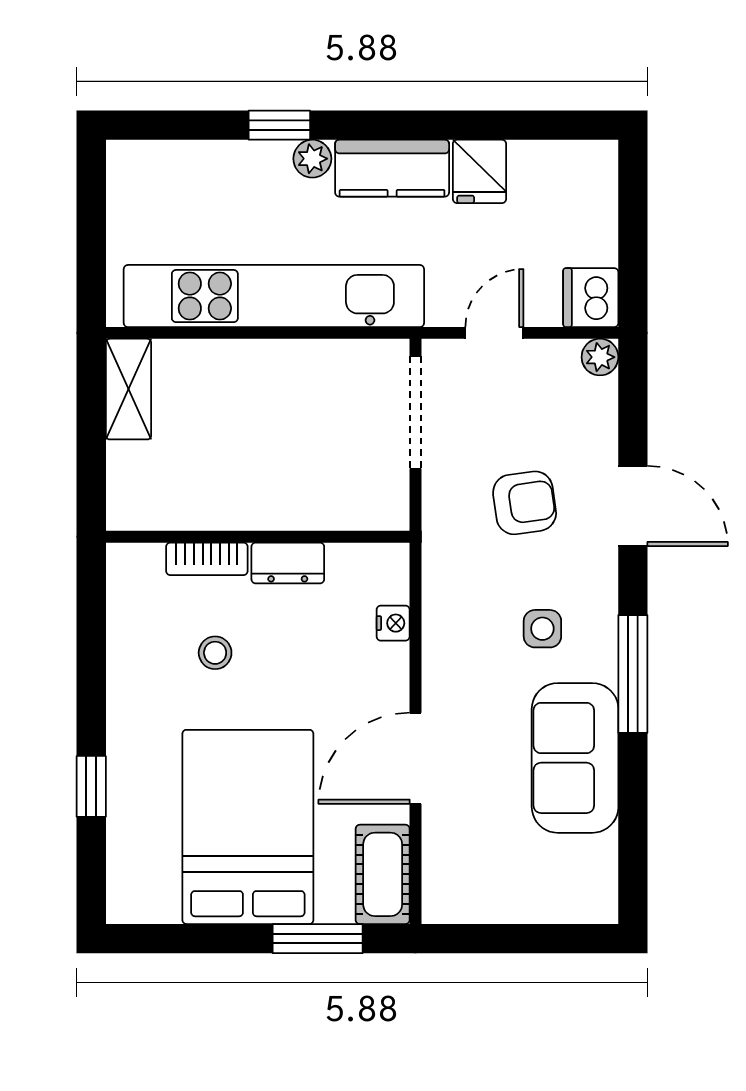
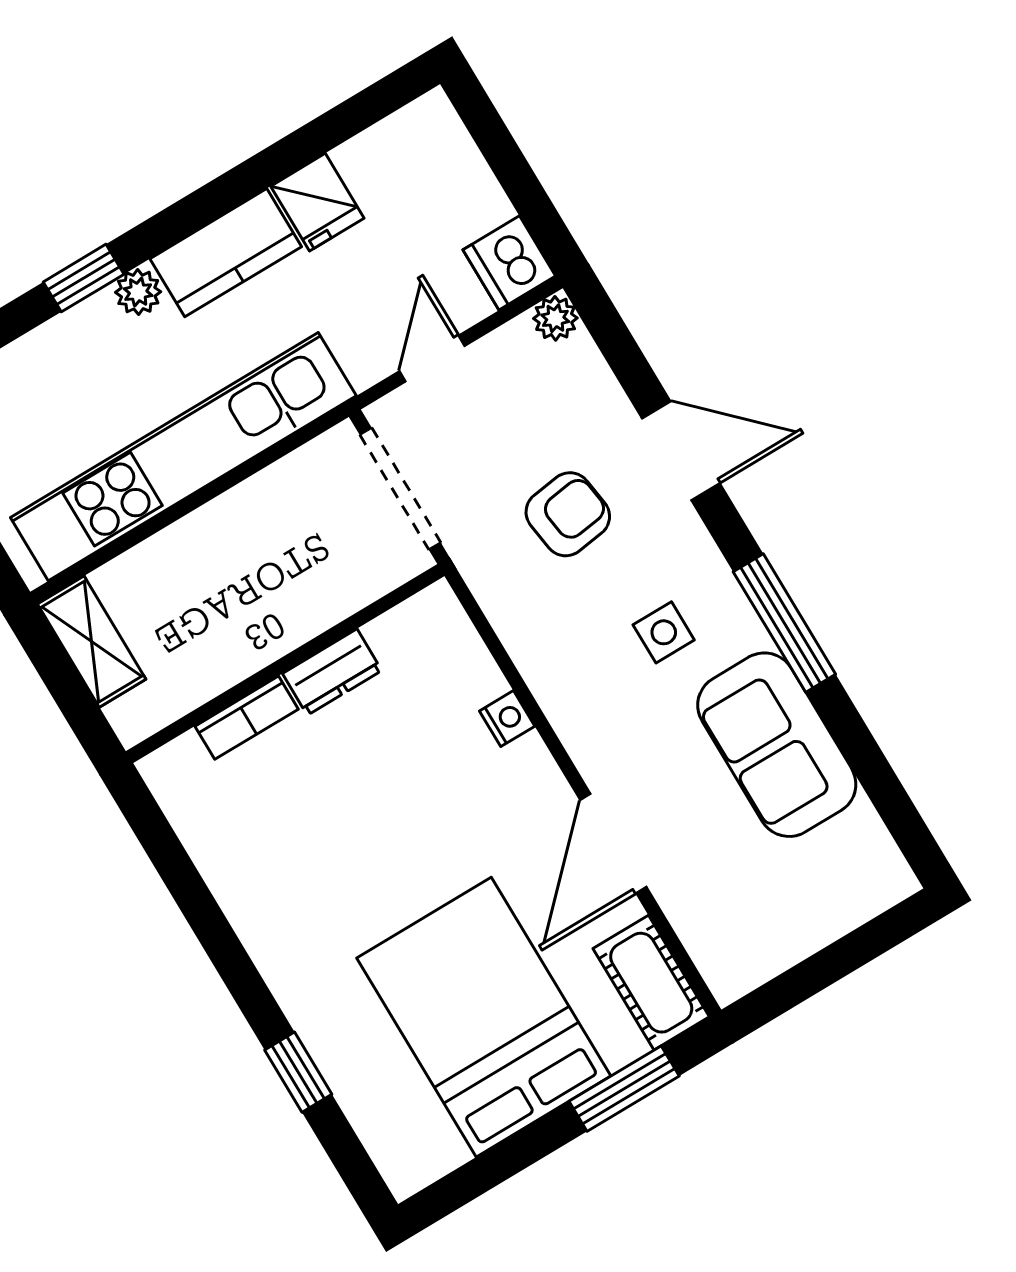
wall: (258, 537) -> (285, 664), moved
bookcase: (207, 559) -> (247, 718), moved
dresser: (288, 563) -> (332, 672), moved
stool: (215, 653) -> (343, 859), removed

